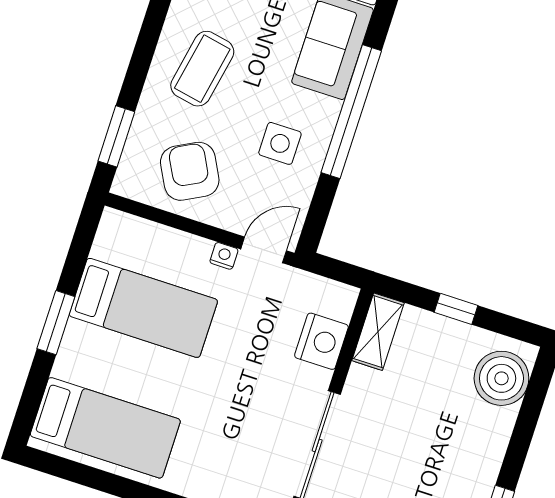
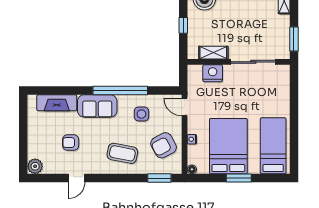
floor lamp: (112, 219) -> (192, 169), added
nightstand: (224, 256) -> (192, 139), moved
bed: (143, 308) -> (228, 146), width x1.50
shelving: (378, 332) -> (213, 53), moved

